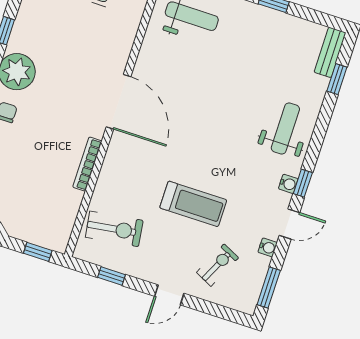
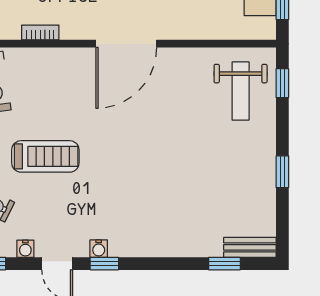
weight bench: (285, 129) -> (155, 227), removed
bookcase: (87, 164) -> (40, 33), width x0.64
treadmill: (193, 204) -> (45, 156), turned -90

